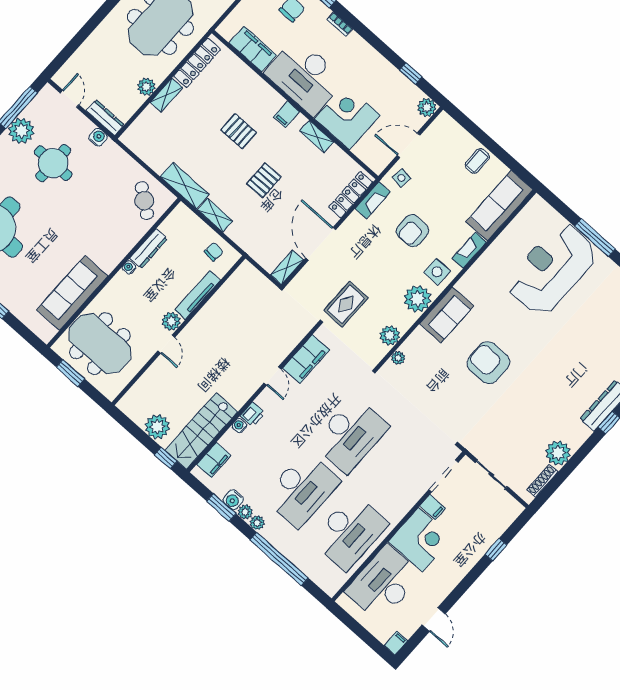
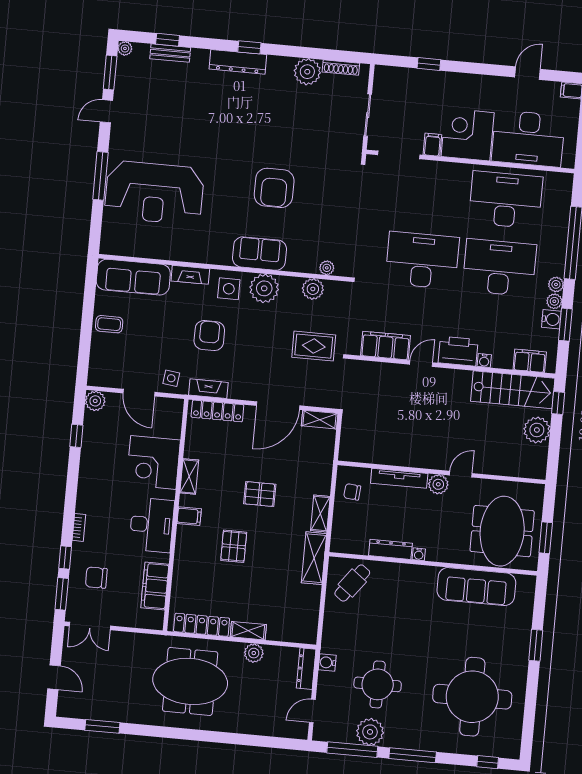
desk: (305, 77) -> (152, 525), width x0.73, depth x0.77
armchair: (412, 231) -> (209, 336), turned -90
printer: (253, 414) -> (458, 351), width x1.87, depth x1.48

